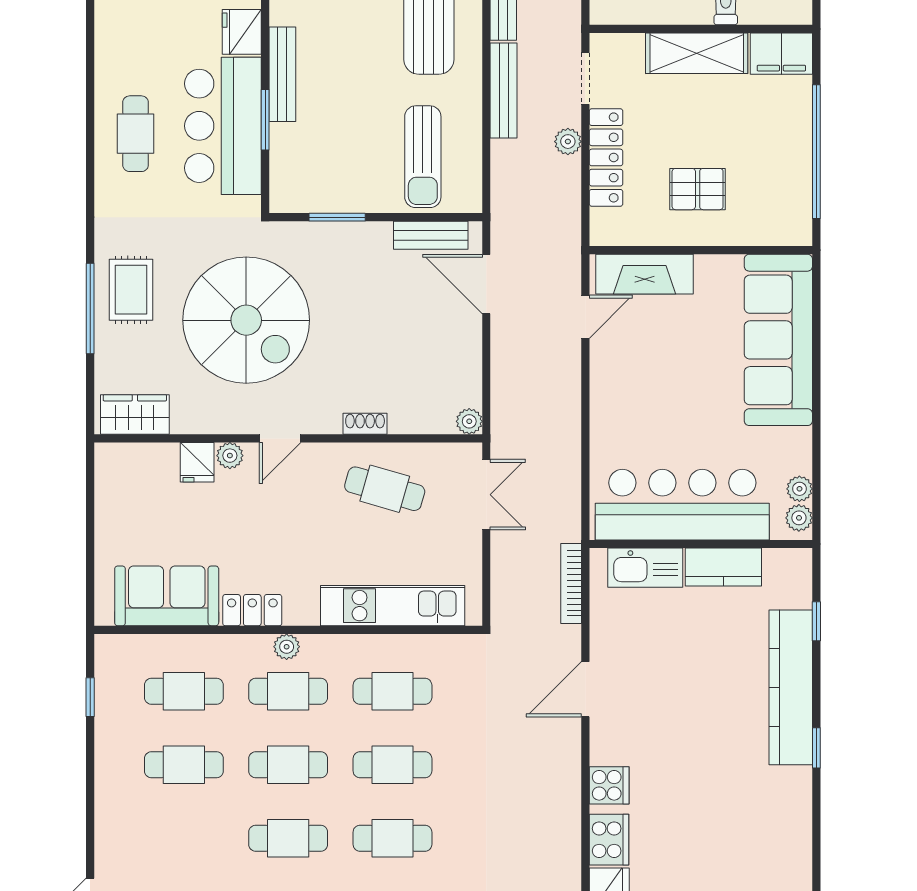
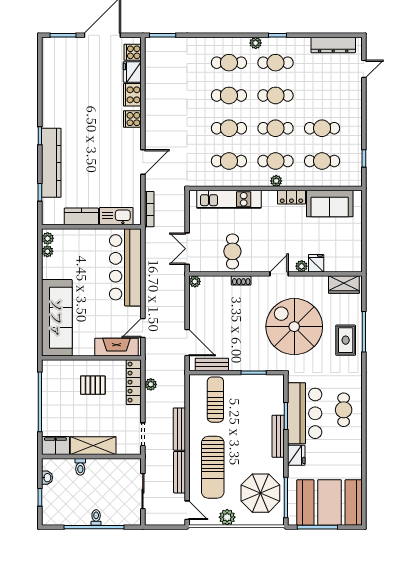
plant: (568, 142) -> (151, 384), moved
locker: (606, 157) -> (134, 382), moved
cafe table: (385, 489) -> (232, 251), turned 74
bar counter: (682, 505) -> (125, 267), moved, turned 90

